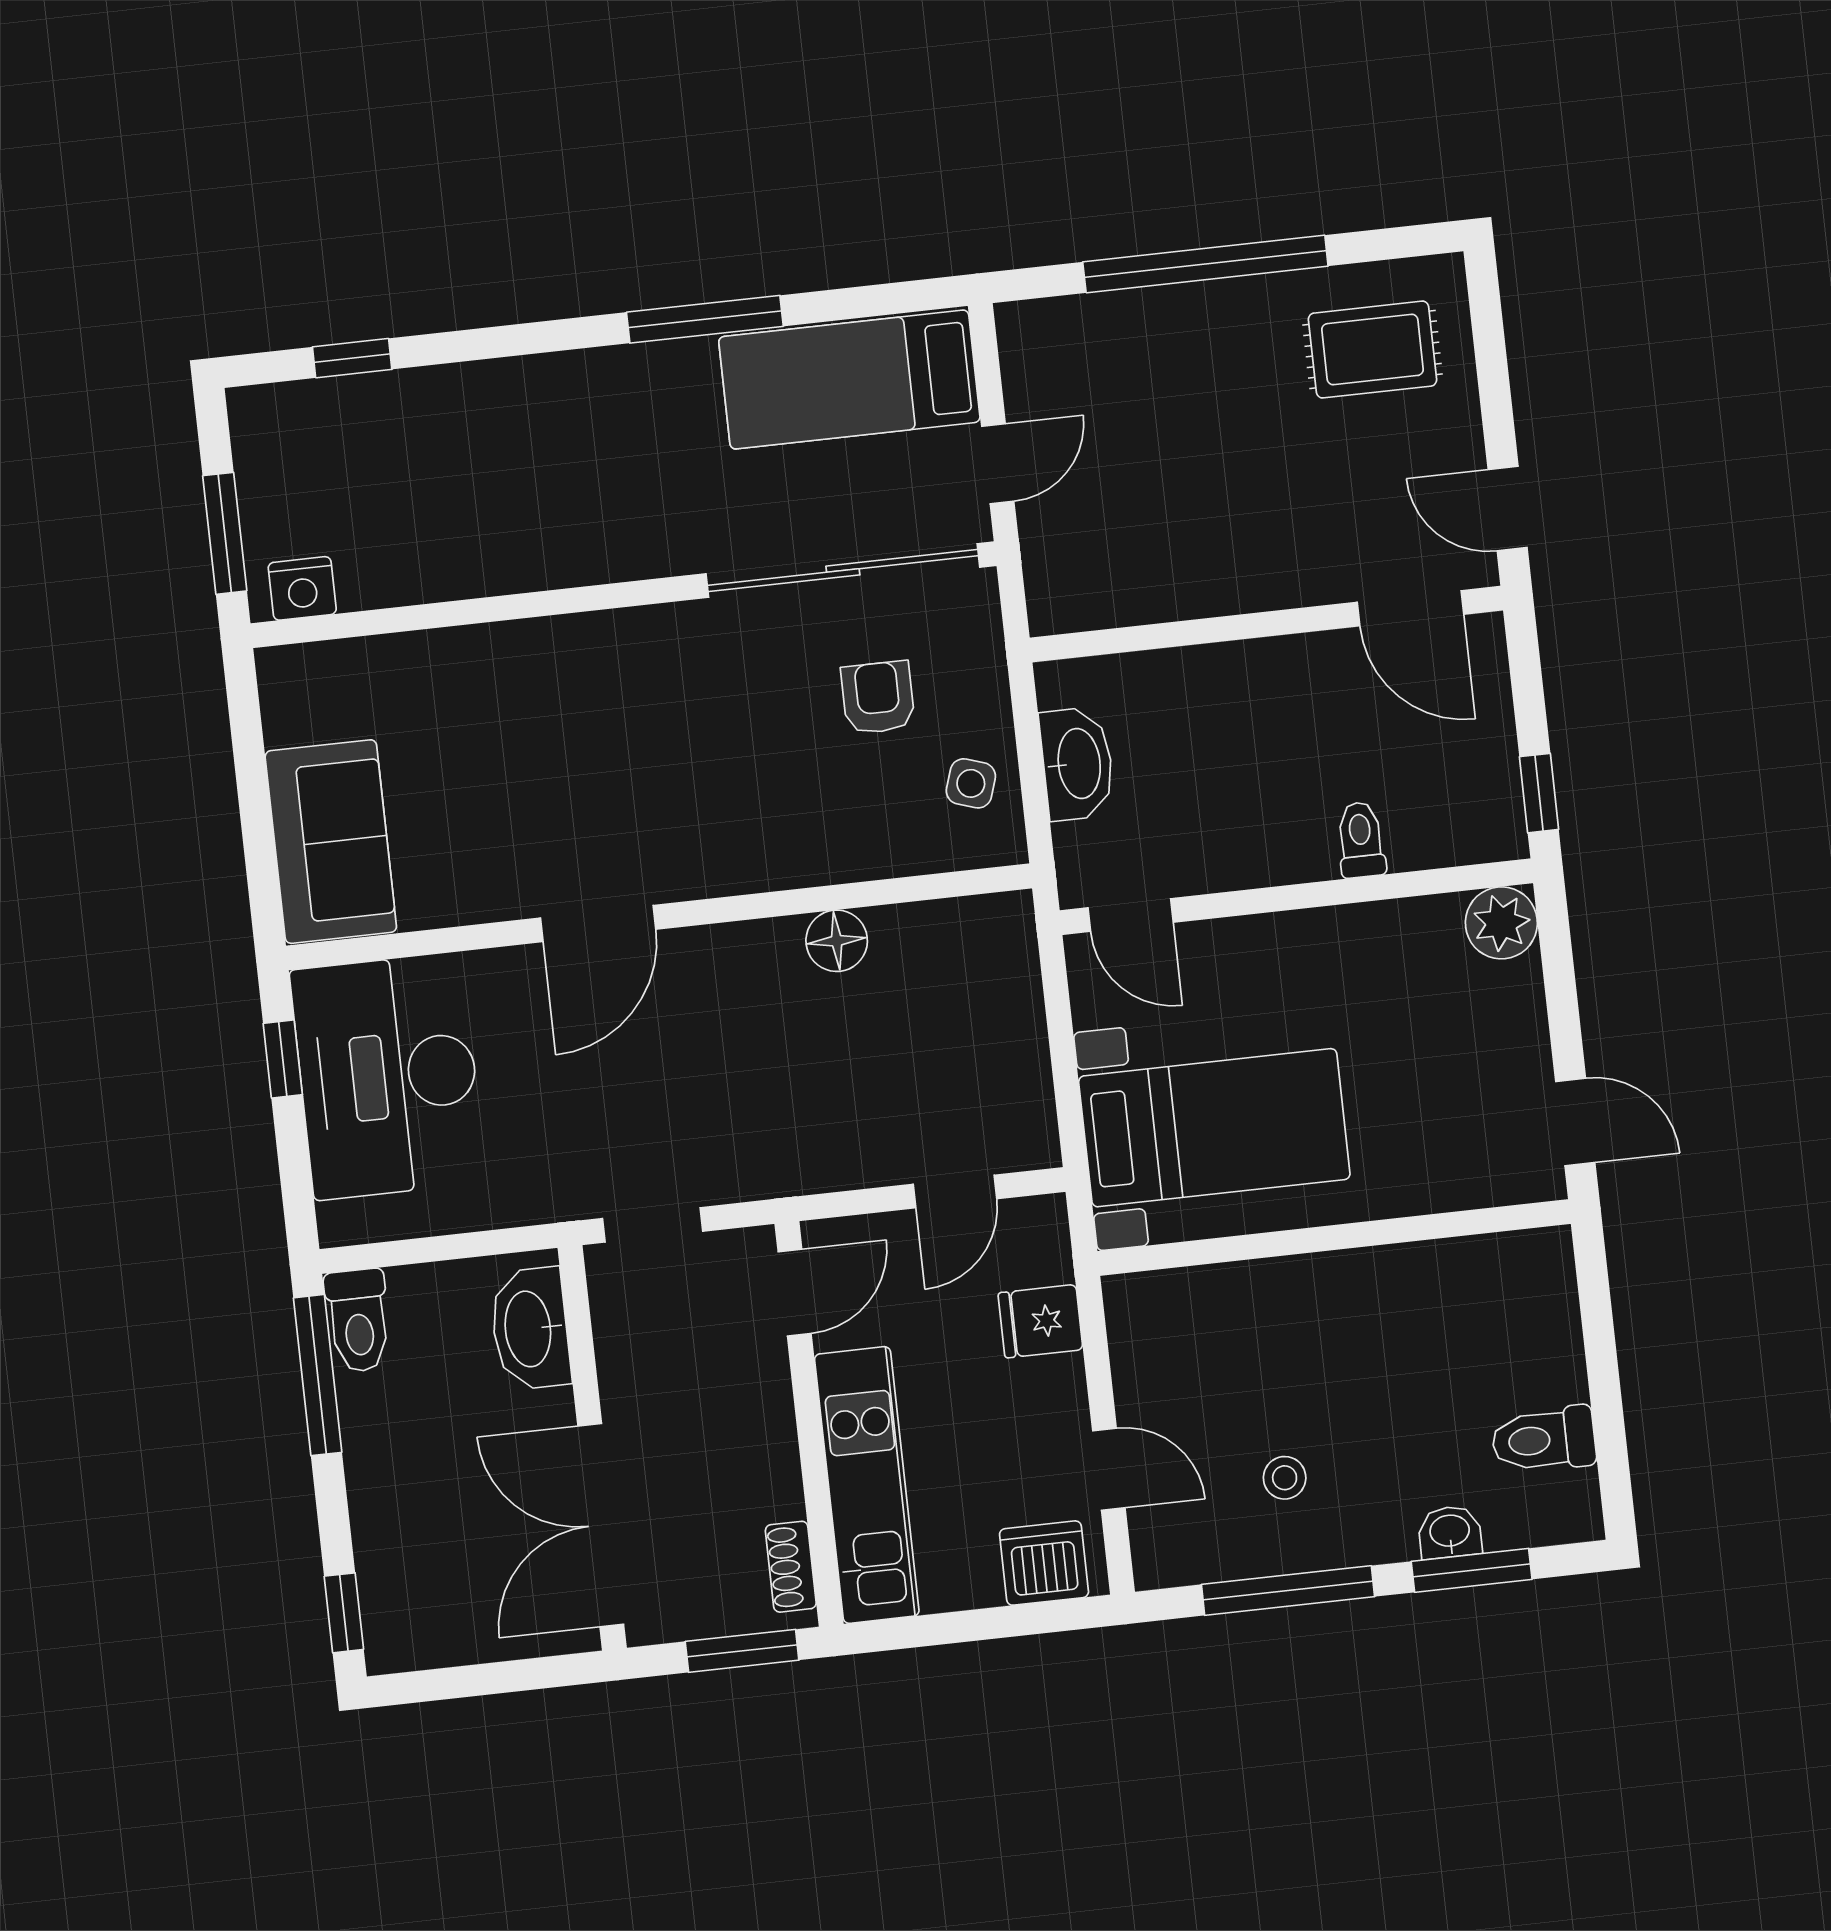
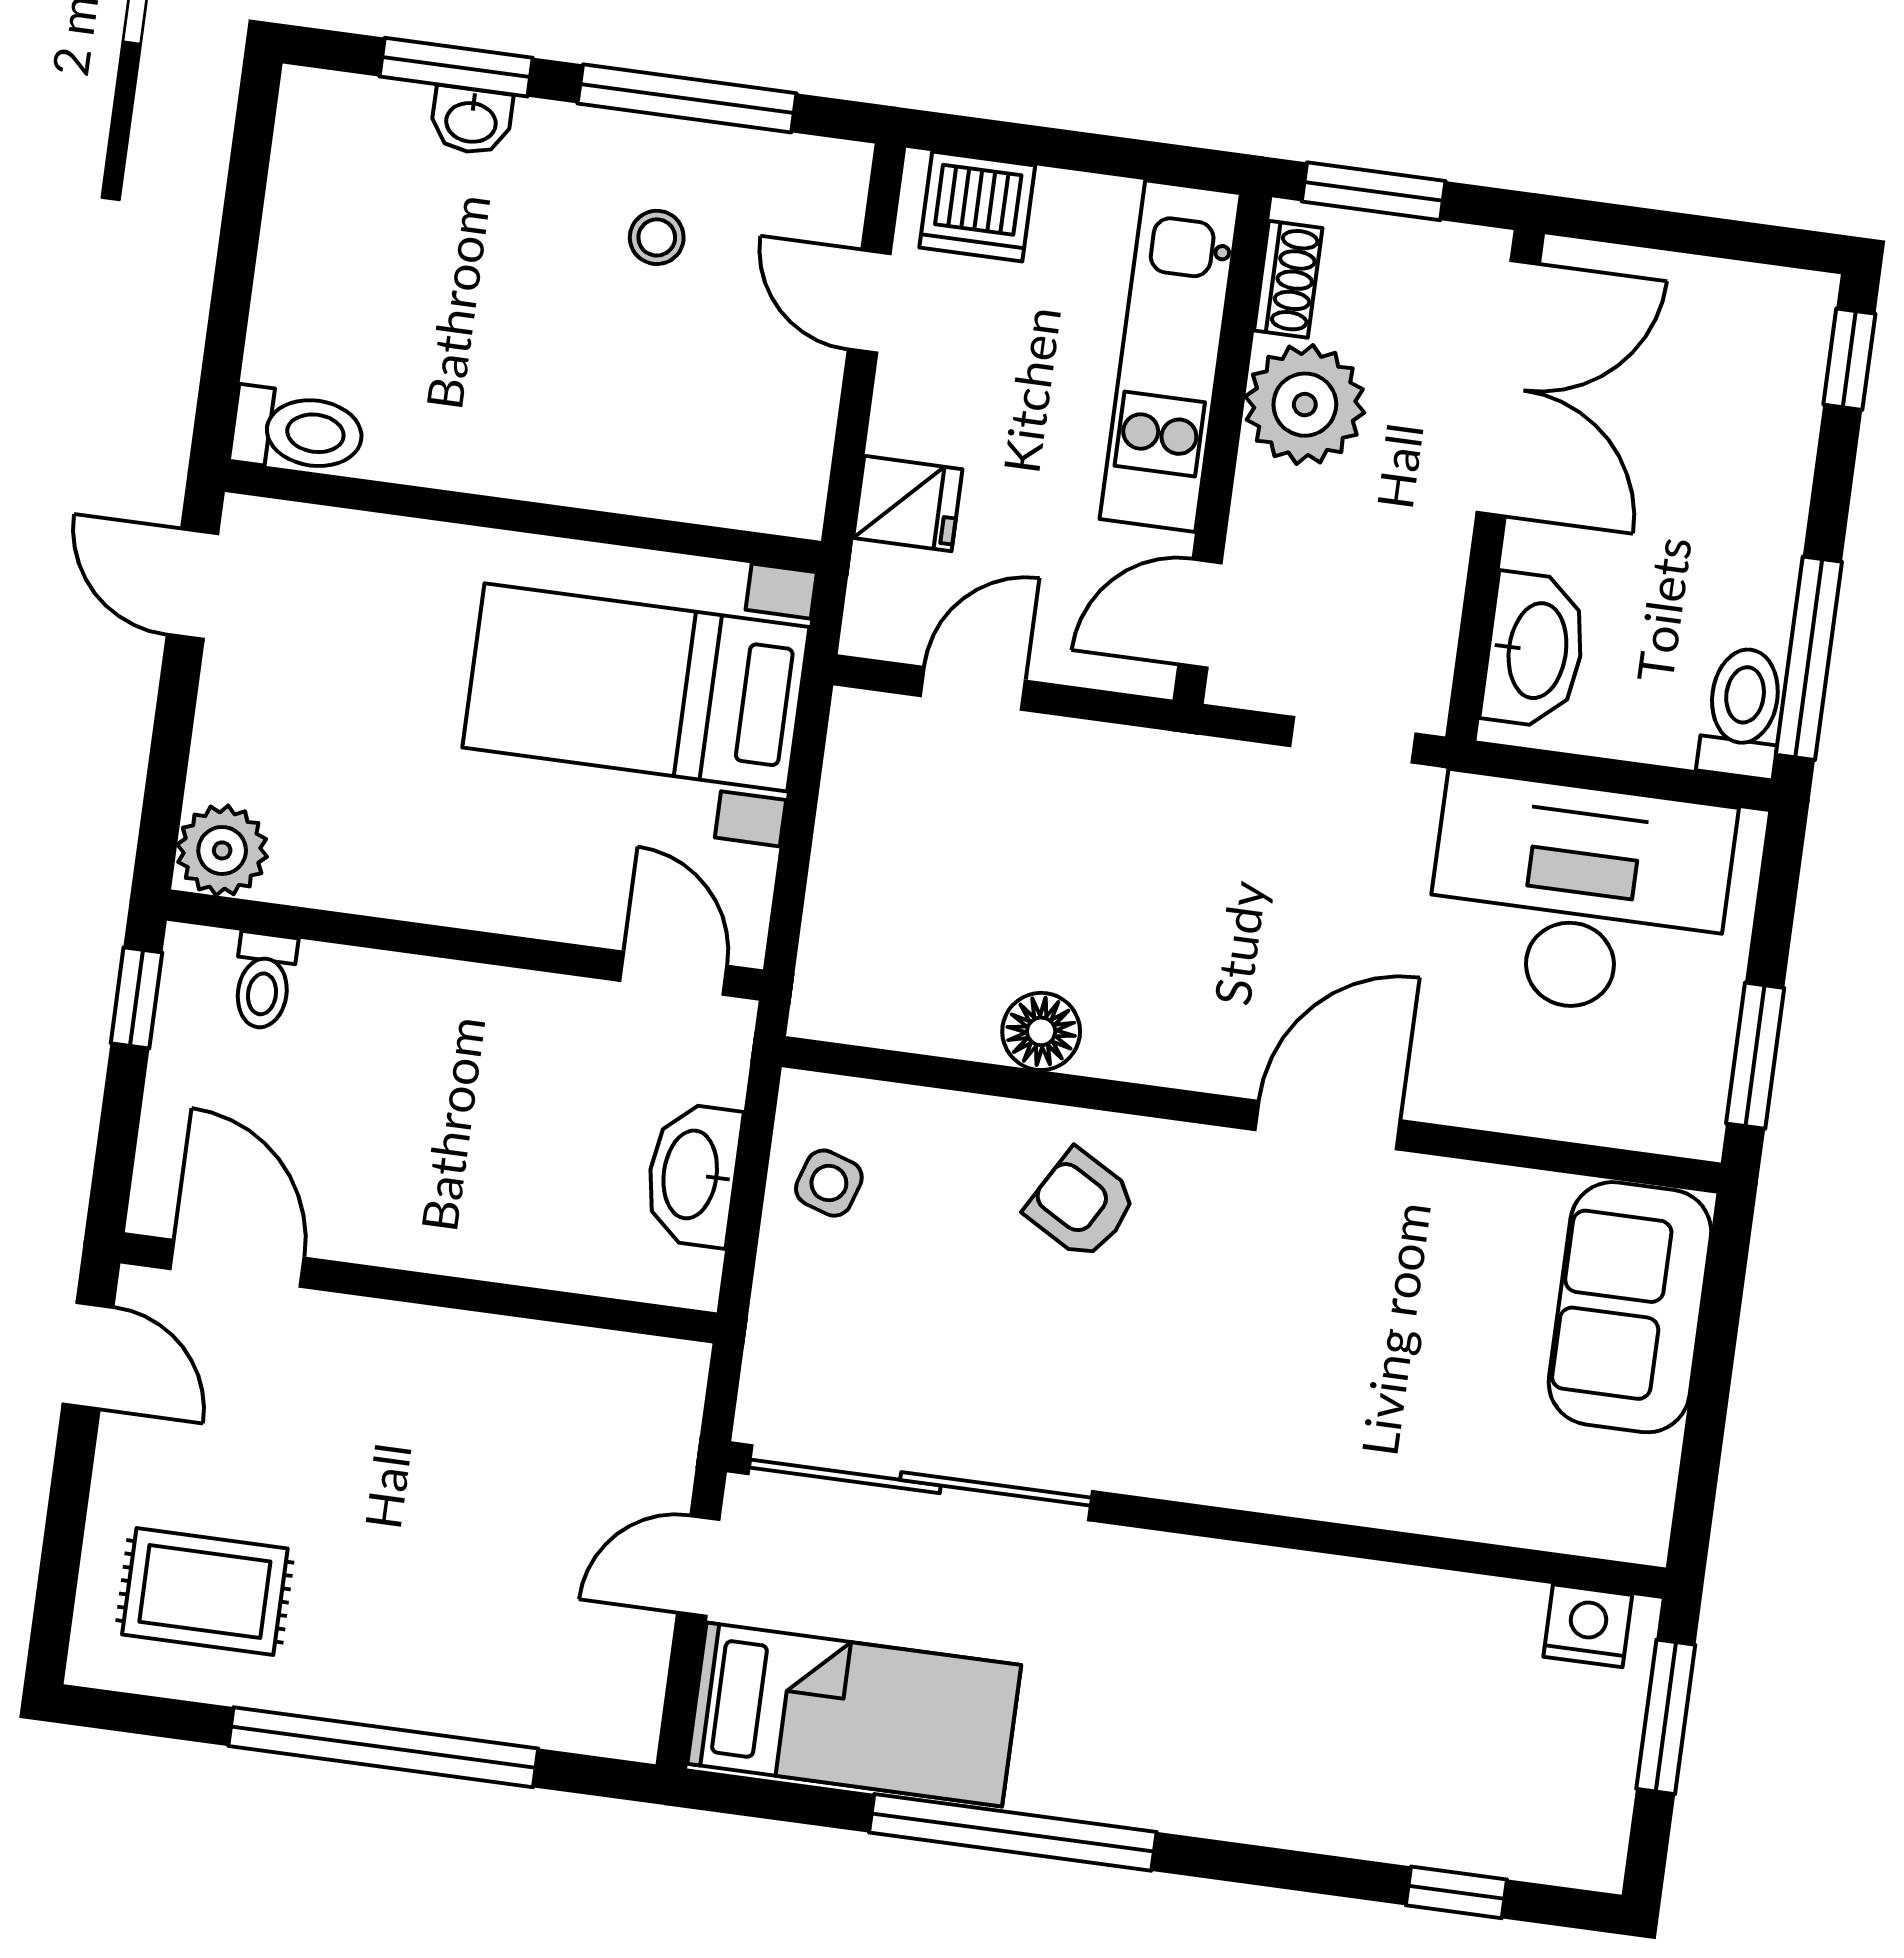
window: (705, 319) -> (1013, 1832), width x1.46
armchair: (878, 698) -> (1081, 1204), moved, turned 120
toilet: (1361, 840) -> (264, 981), moved
window: (283, 1059) -> (1755, 1056), width x1.50
desk: (388, 1076) -> (1579, 897), moved, turned -90
toilet: (1544, 1440) -> (298, 431), moved
plant: (754, 1474) -> (1305, 405), added

